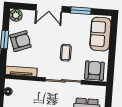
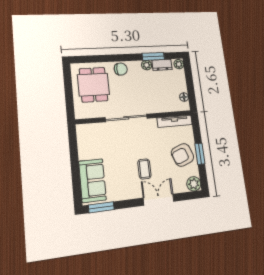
window: (81, 11) -> (101, 207), moved
coffee table: (66, 53) -> (144, 169), moved
armchair: (94, 71) -> (92, 135), removed

